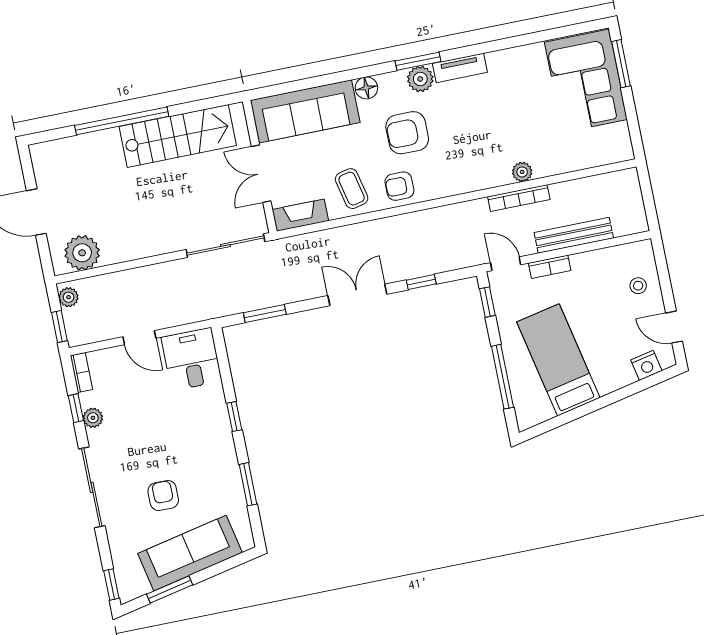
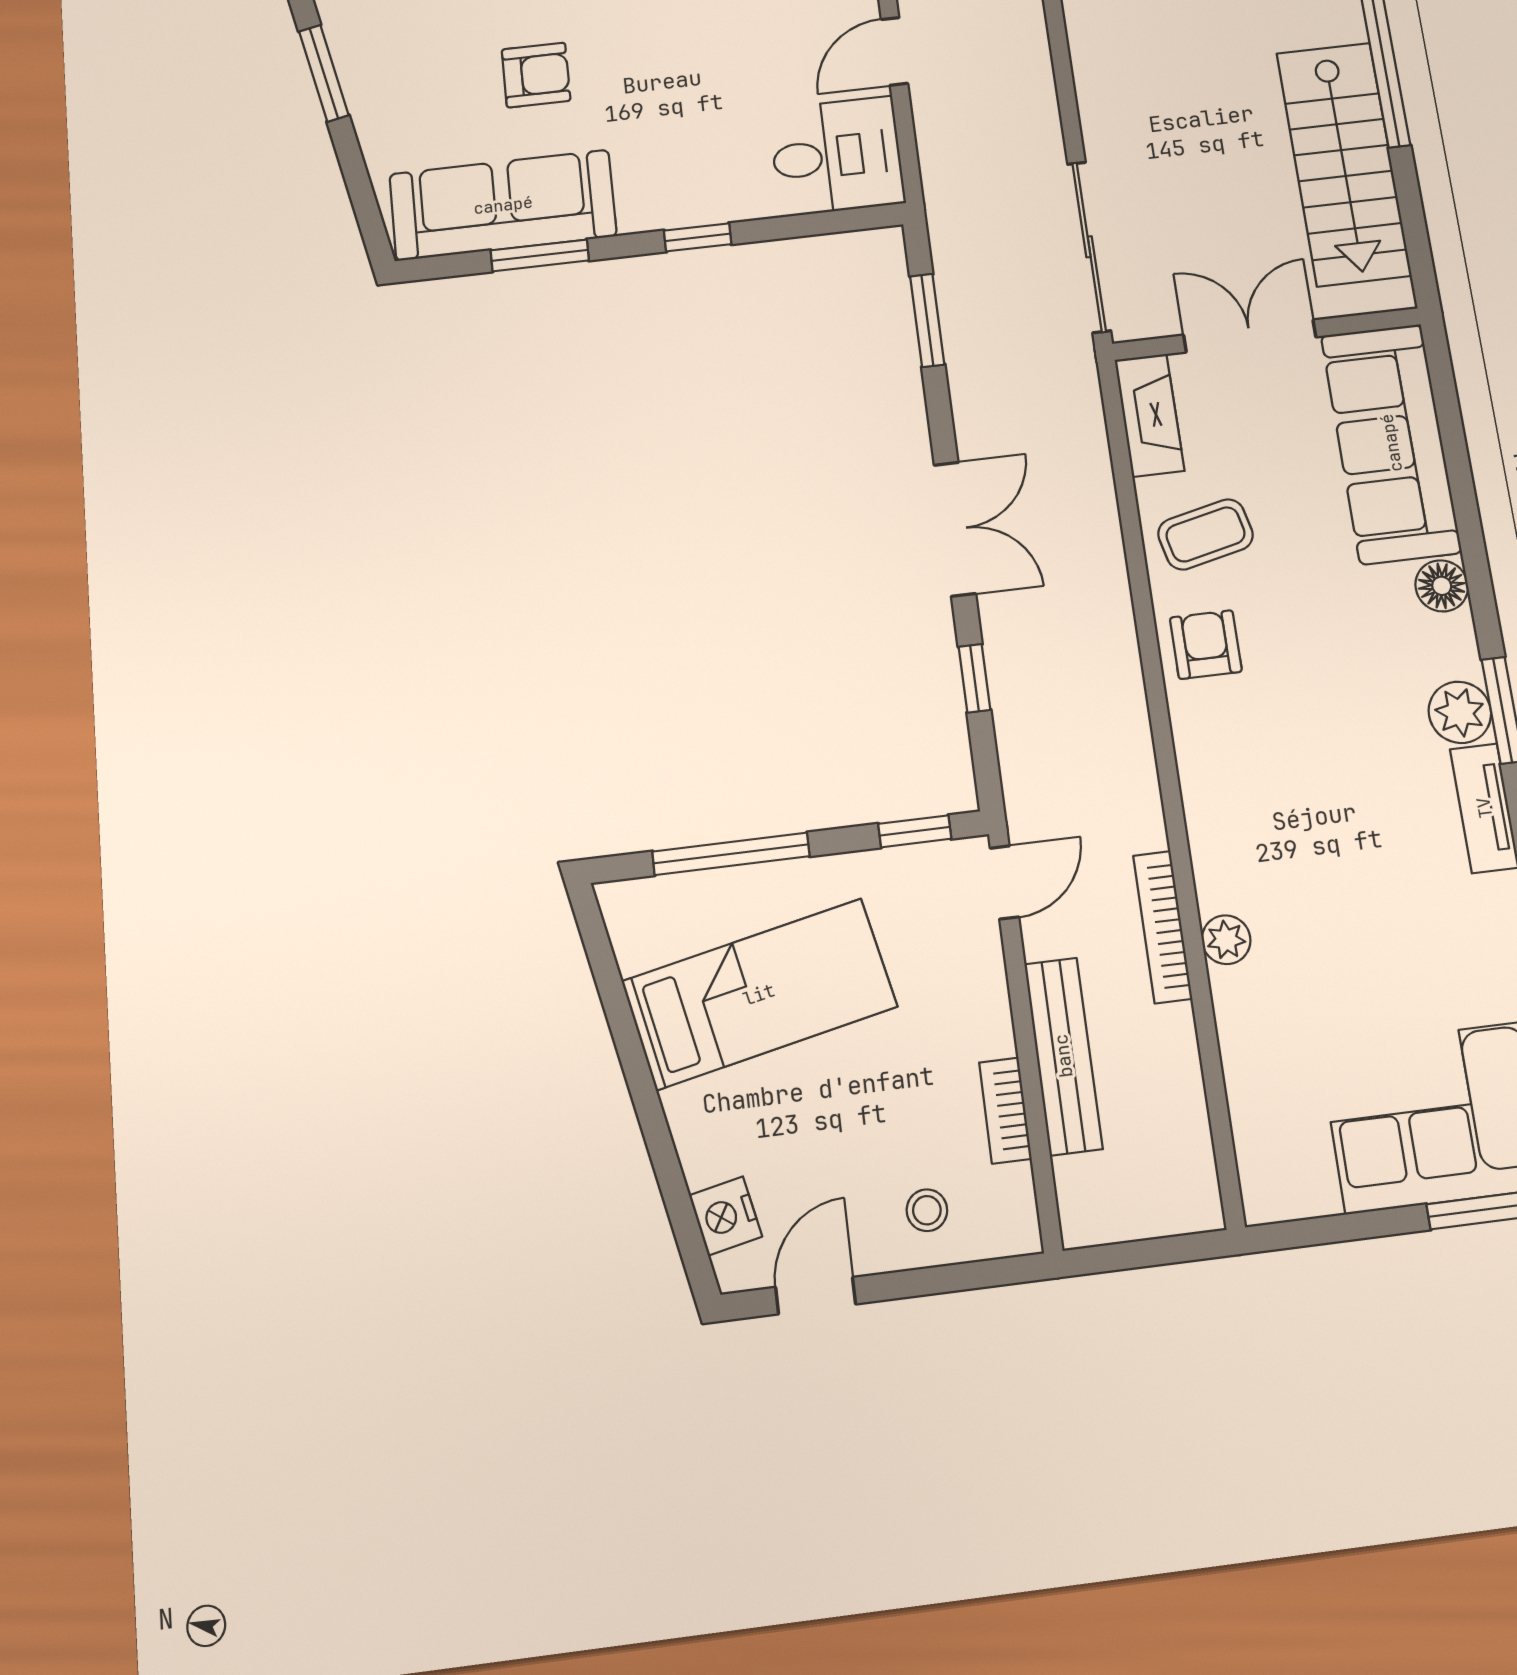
armchair: (407, 133) -> (1332, 672), removed
bookcase: (550, 267) -> (1005, 1110), moved
sofa: (190, 553) -> (503, 205), moved, turned -78

